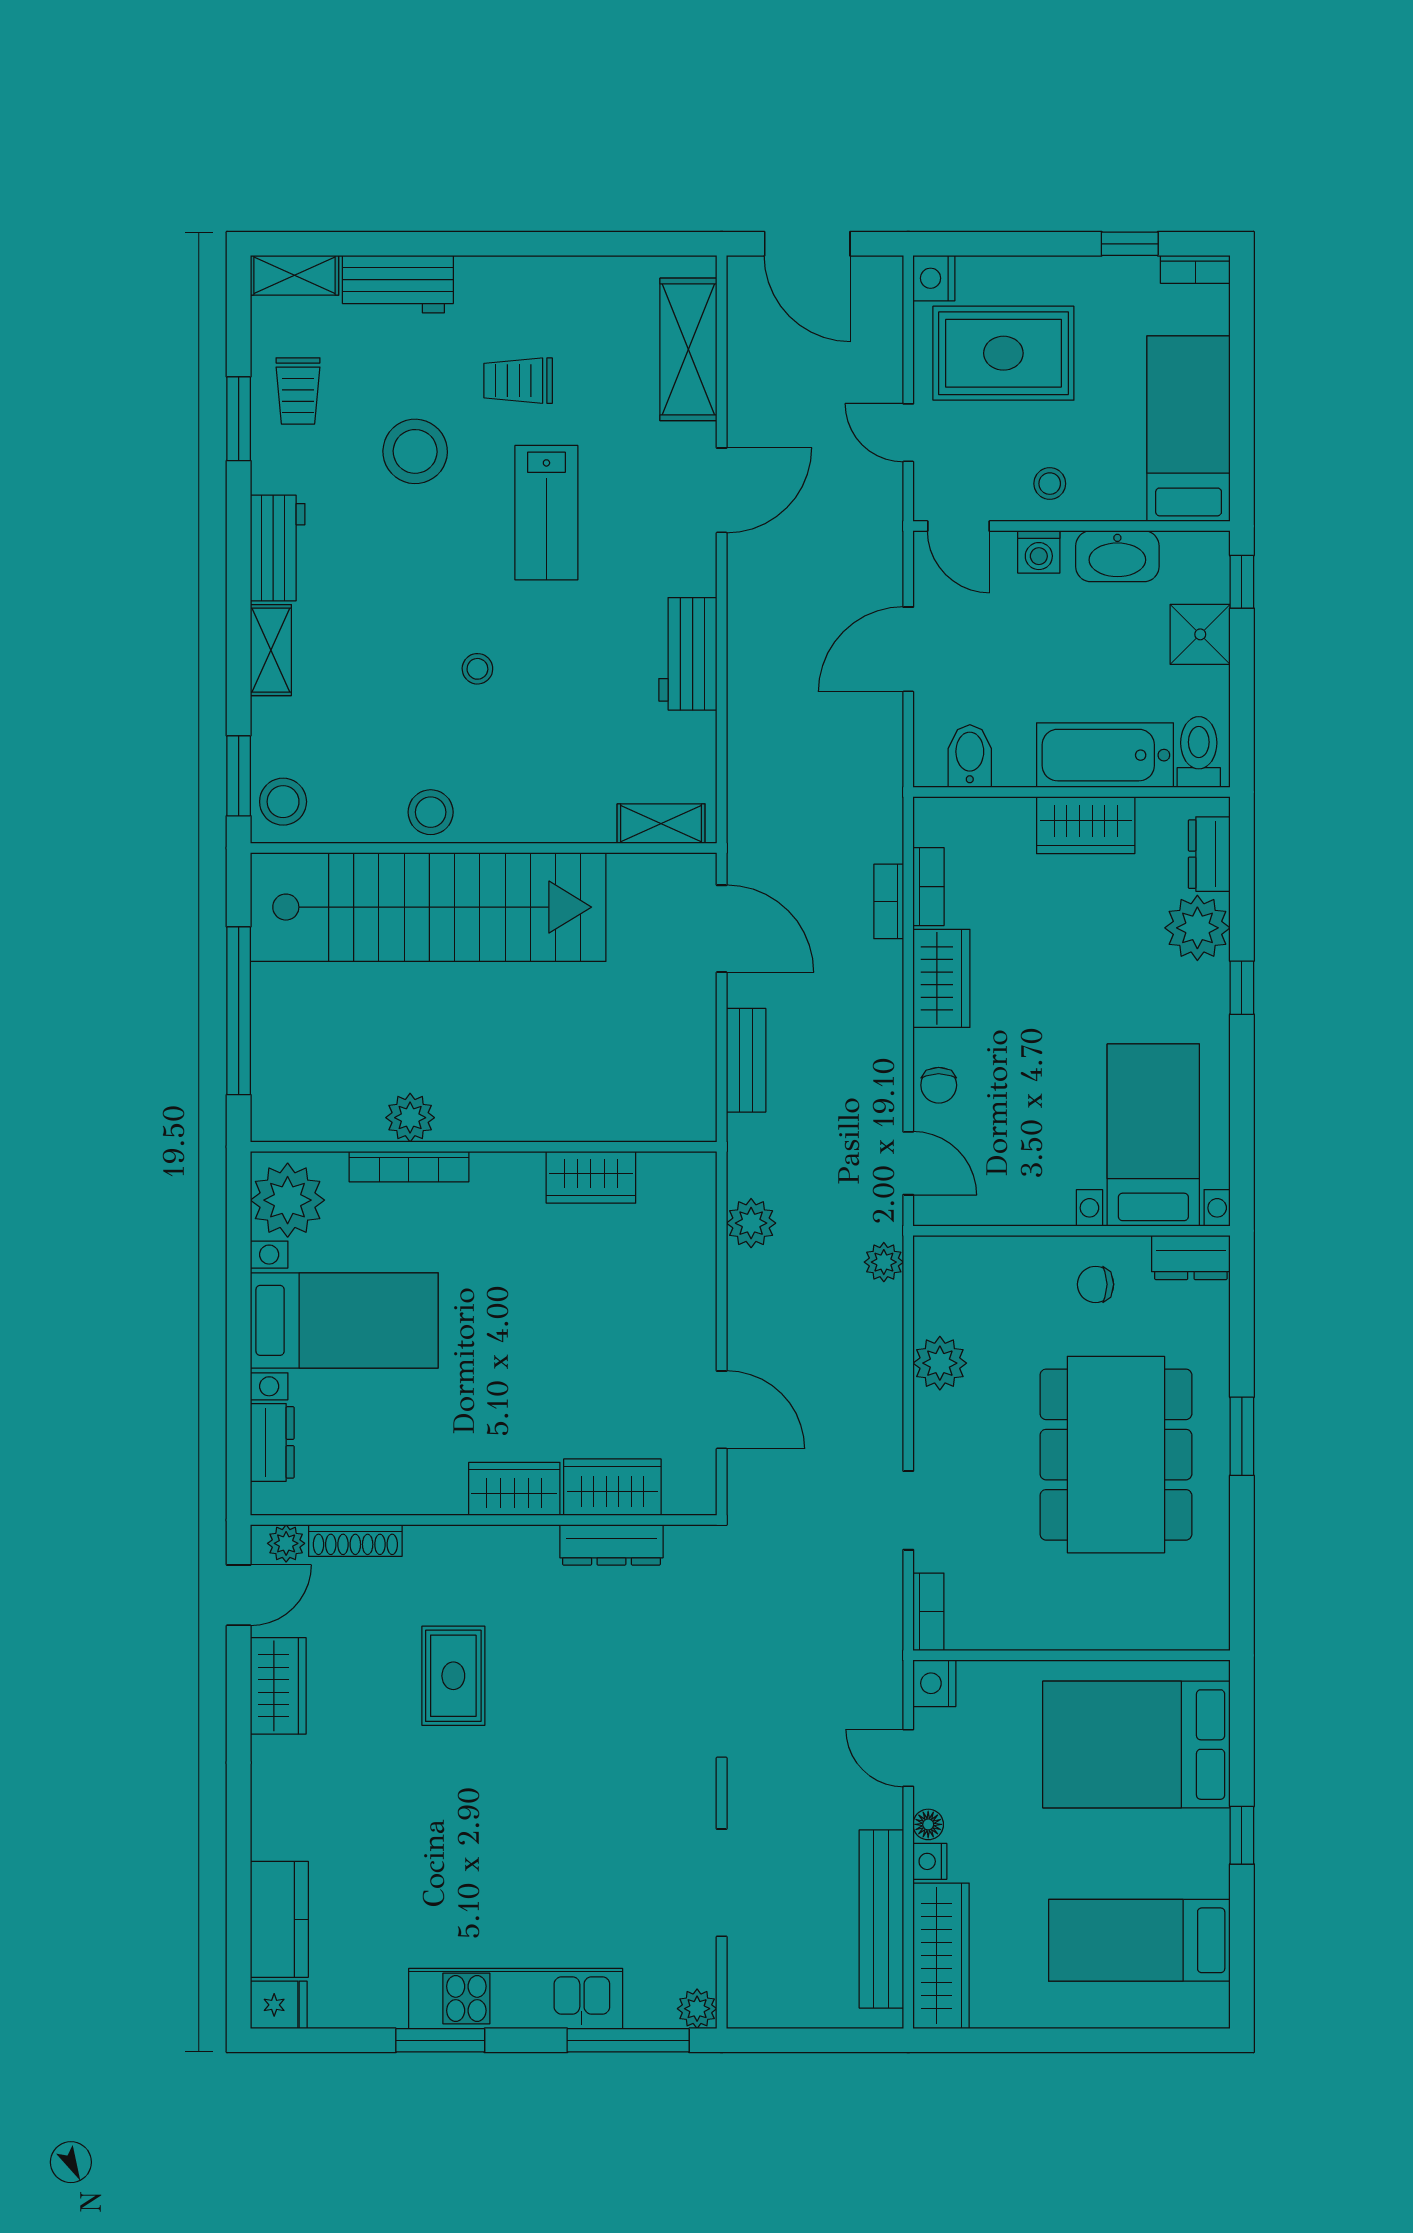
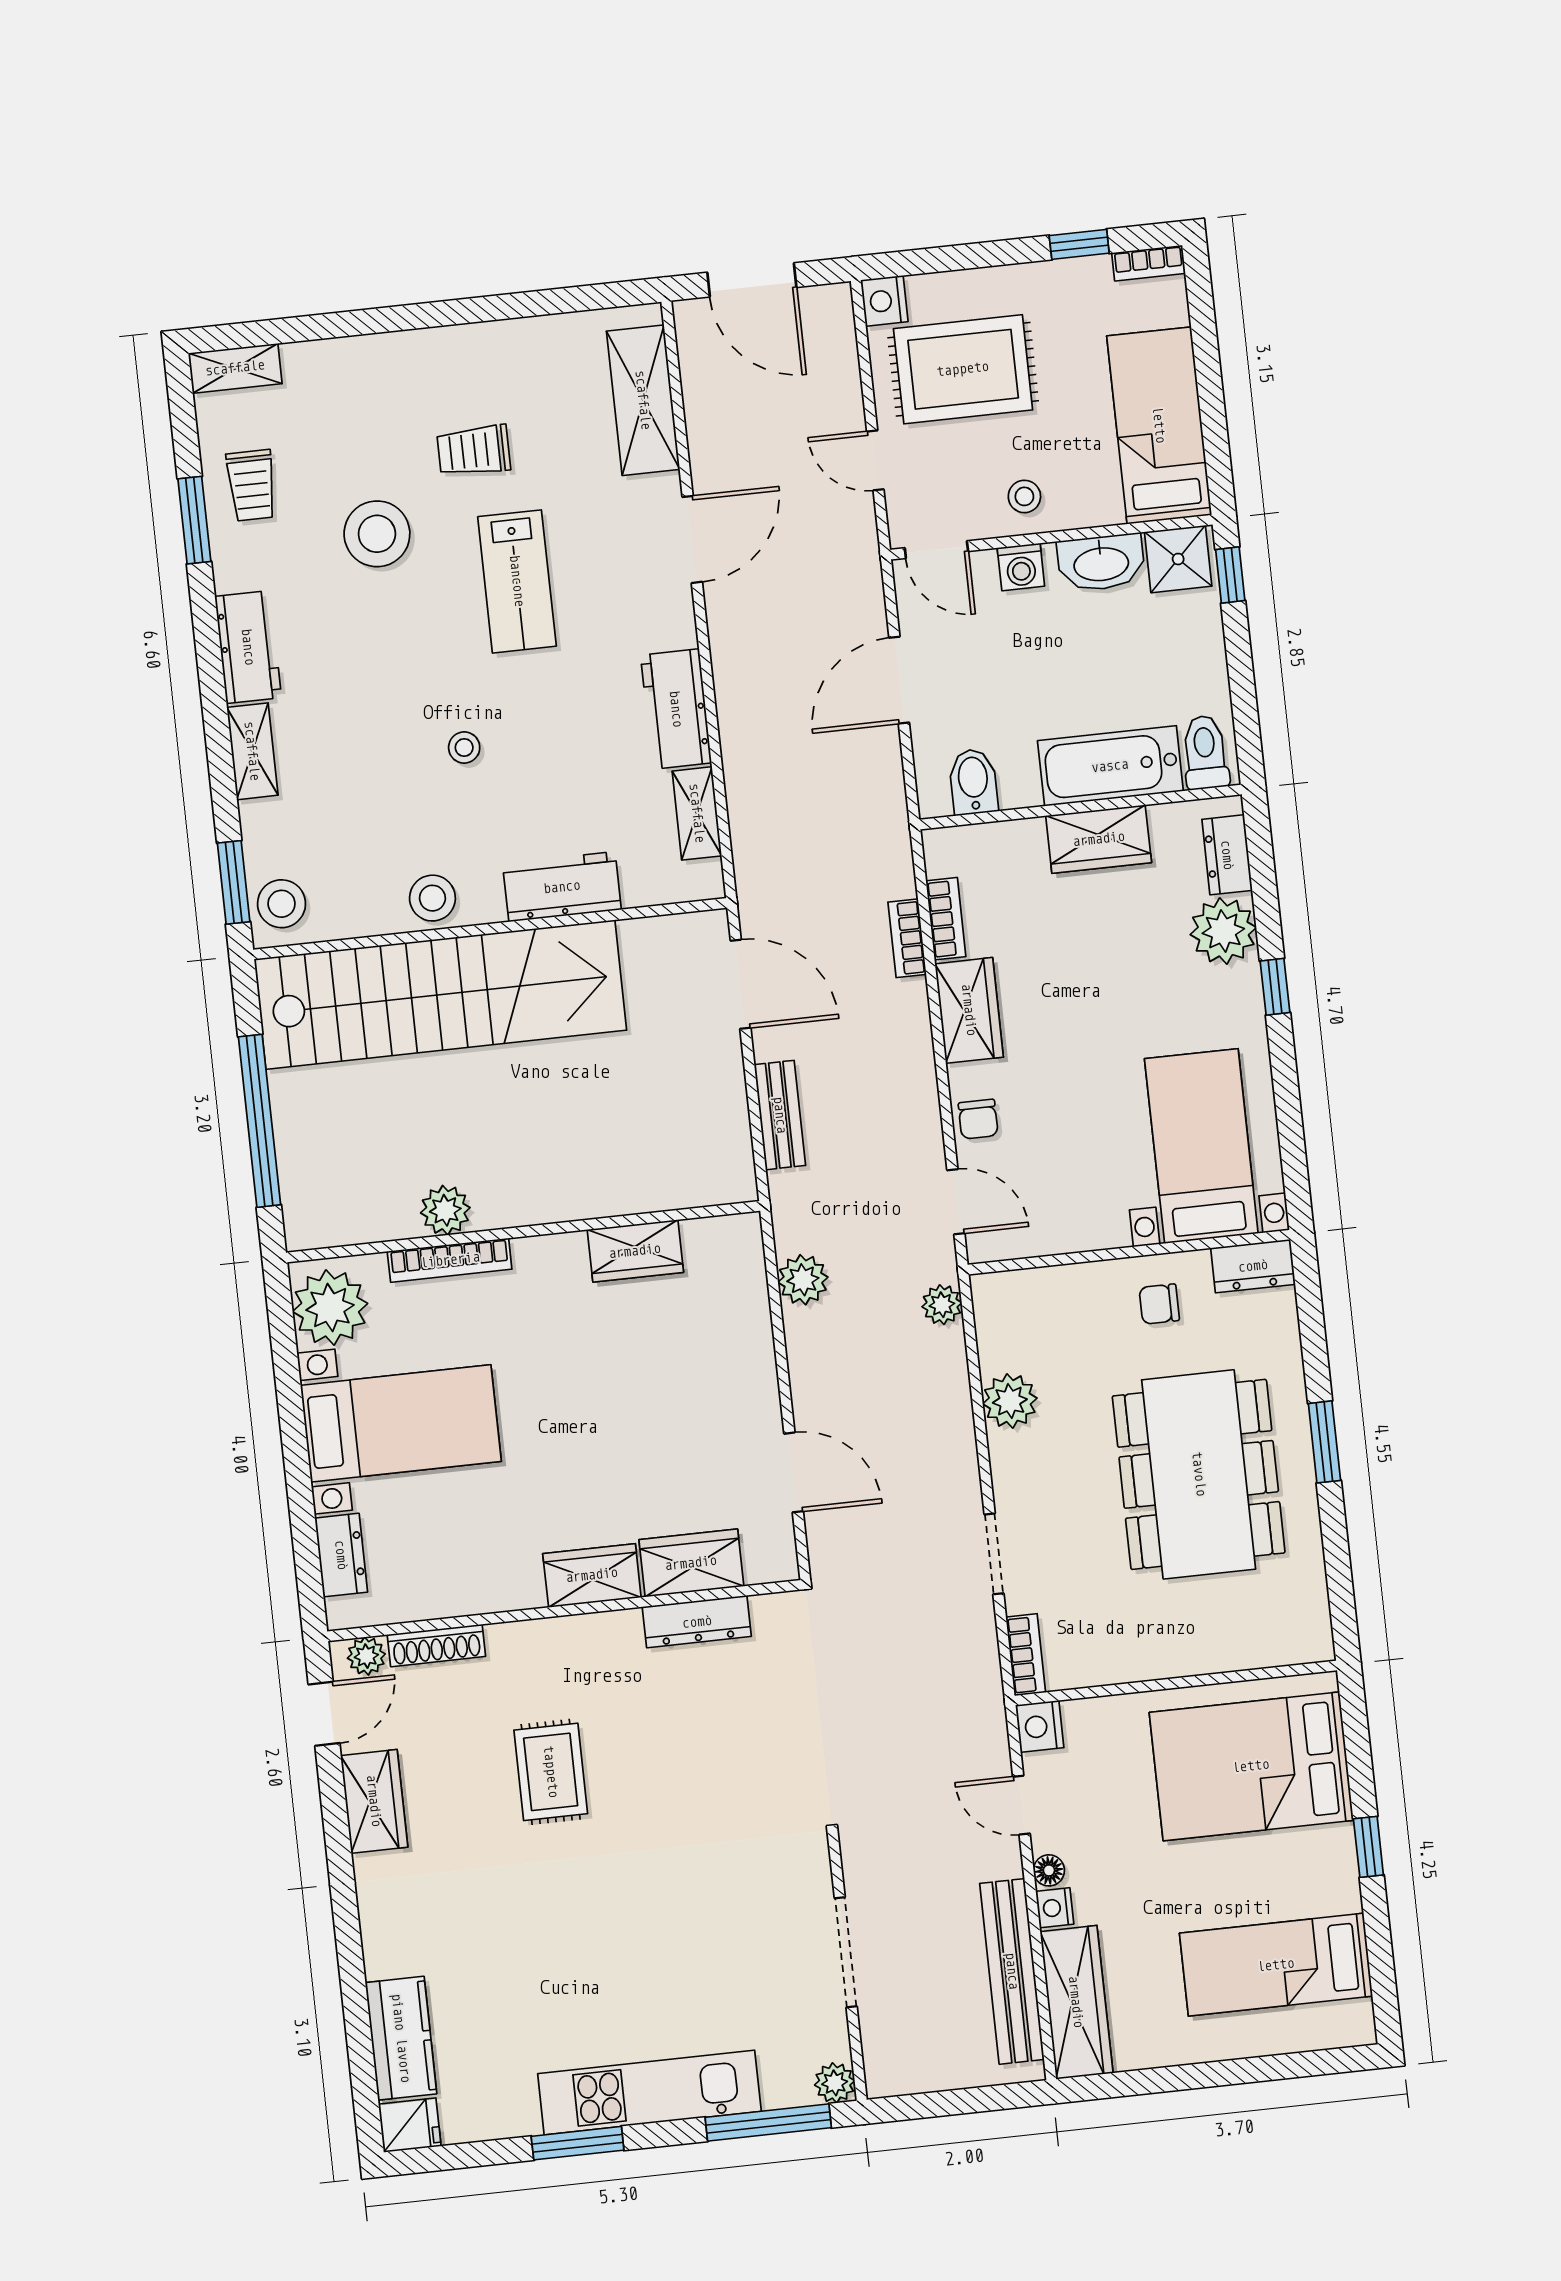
workbench: (398, 284) -> (562, 887), moved, turned 180
shower: (1200, 634) -> (1178, 559), moved
shelving: (661, 824) -> (697, 813), moved, turned 90

